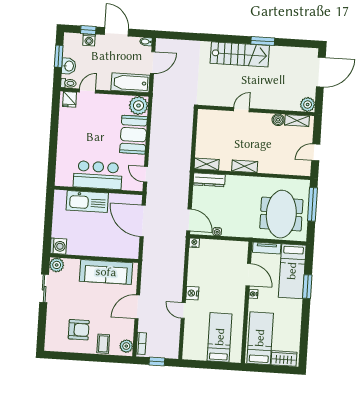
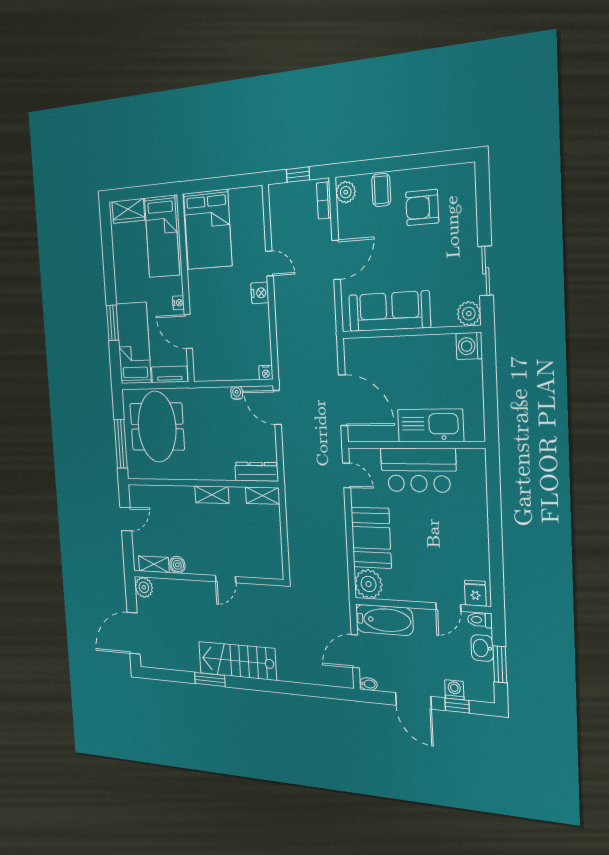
bed: (220, 337) -> (208, 230), width x1.50

